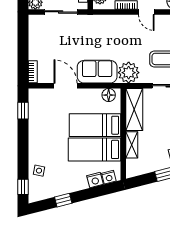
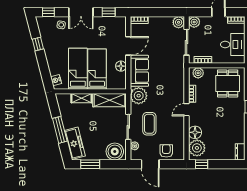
plant: (36, 22) -> (179, 22), added
floor lamp: (109, 95) -> (121, 66), moved
double door: (23, 146) -> (81, 12), added
nightstand: (95, 180) -> (54, 69), removed

